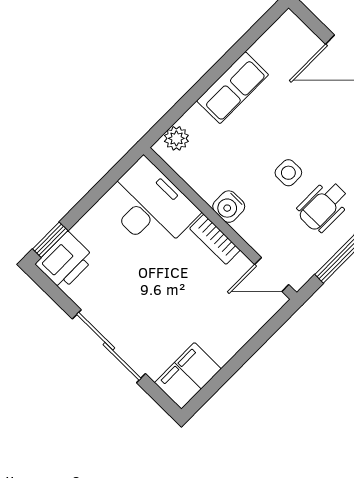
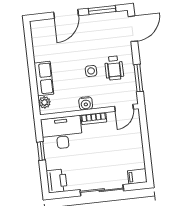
row of seats: (233, 88) -> (44, 79), moved
window: (50, 240) -> (41, 151), moved
filing cabinet: (188, 376) -> (137, 176), width x0.50

